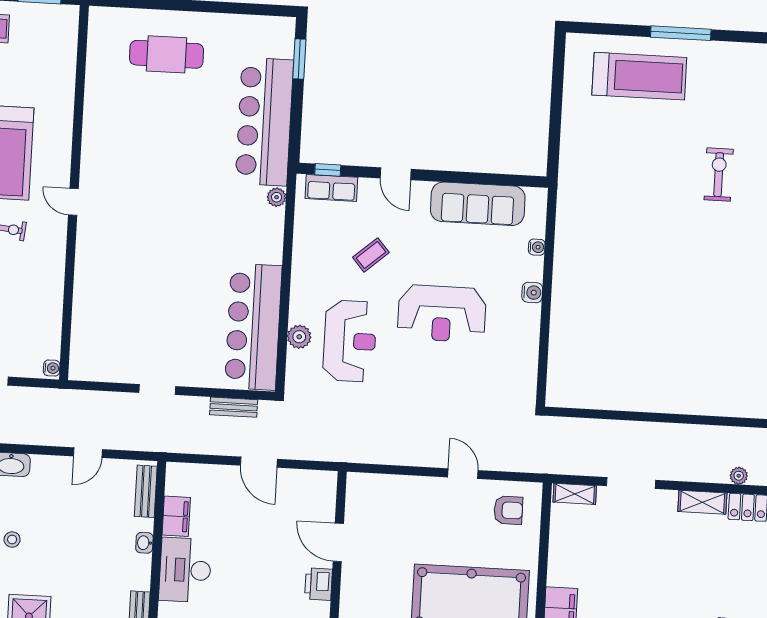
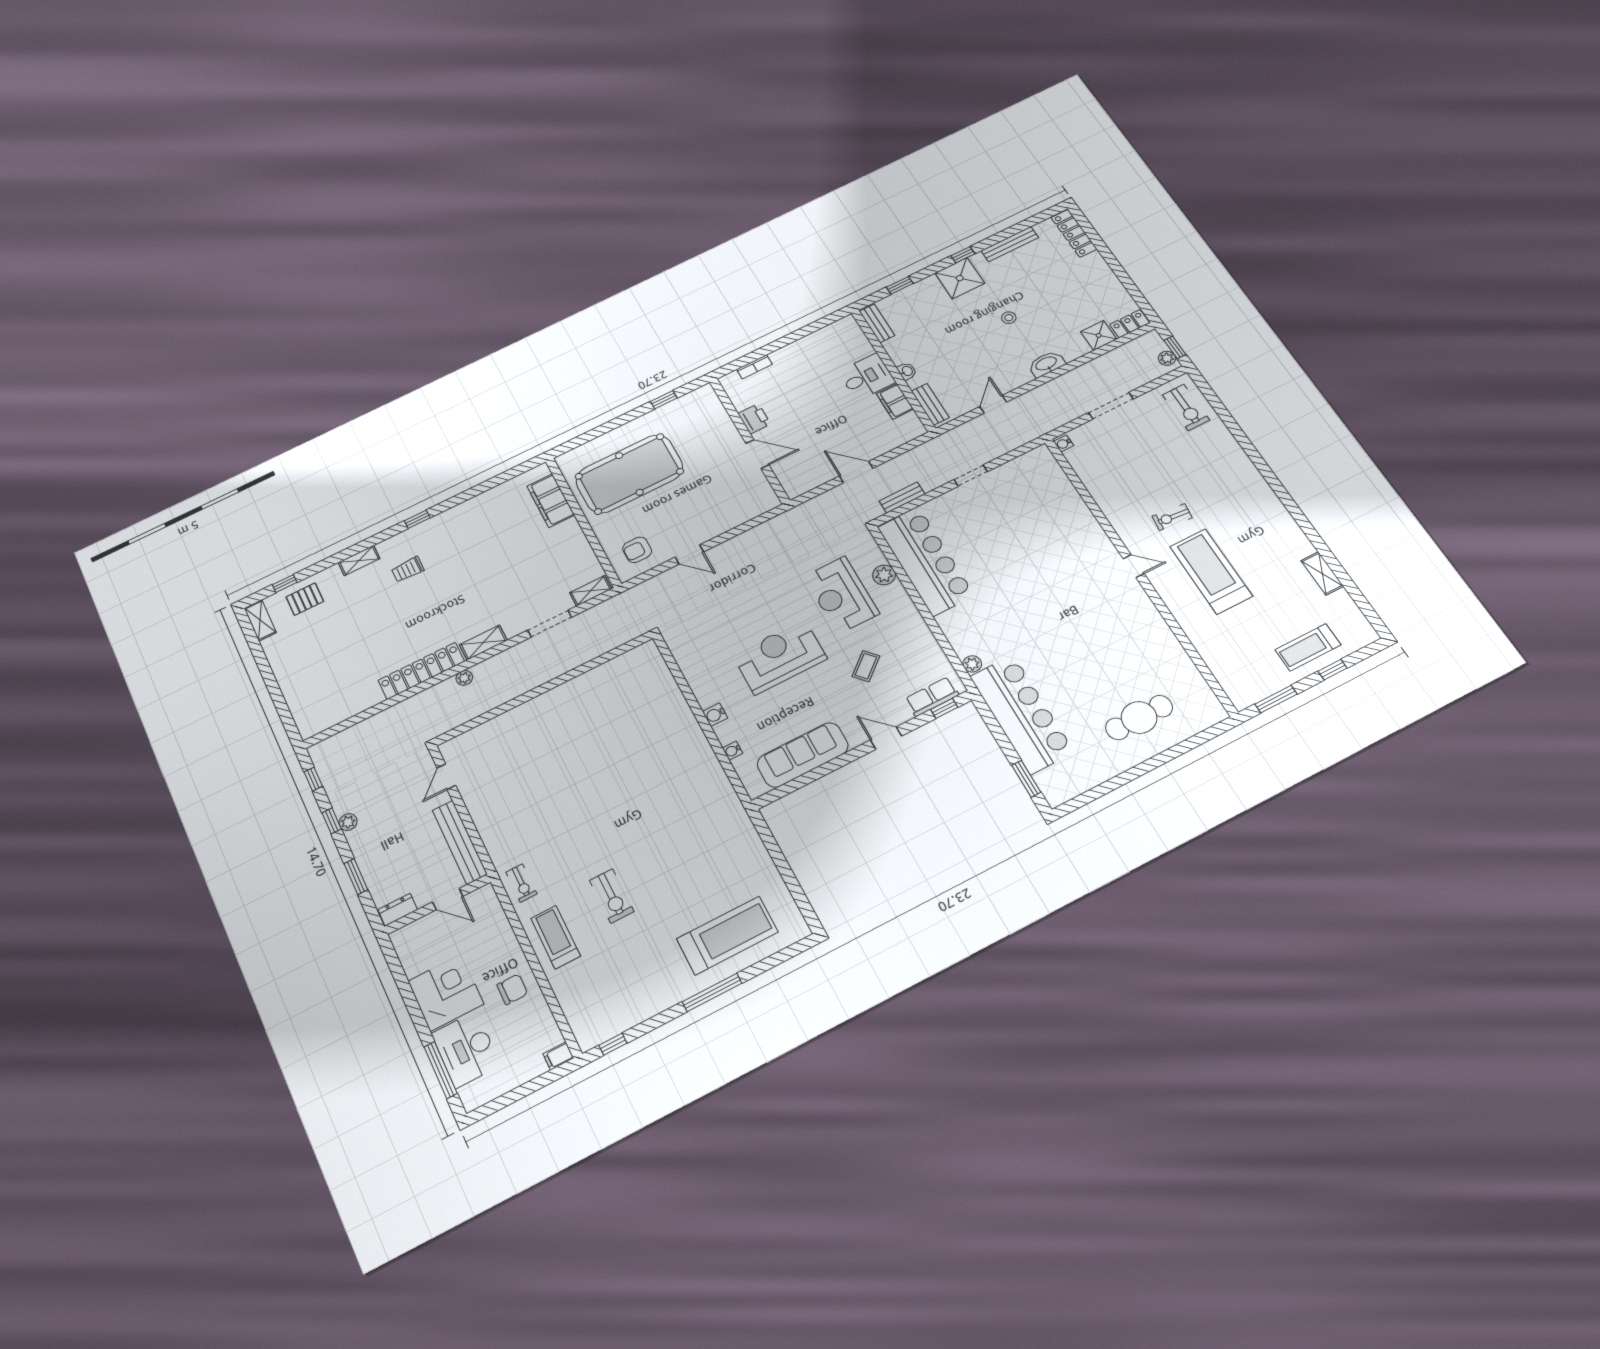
treadmill: (639, 76) -> (727, 935), turned 180
desk: (185, 570) -> (867, 377), width x0.73

